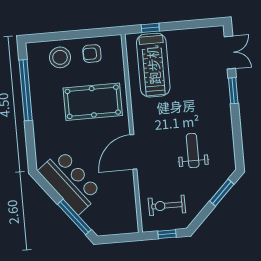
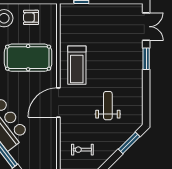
treadmill: (153, 65) -> (77, 65), moved, width x0.73, depth x0.73
exercise bike: (167, 205) -> (82, 150), width x0.73, depth x0.72

